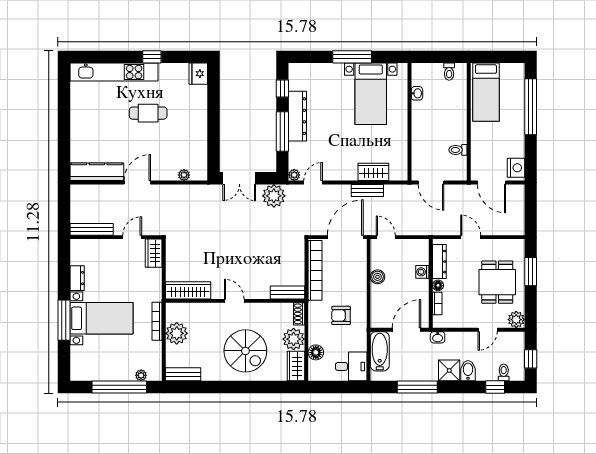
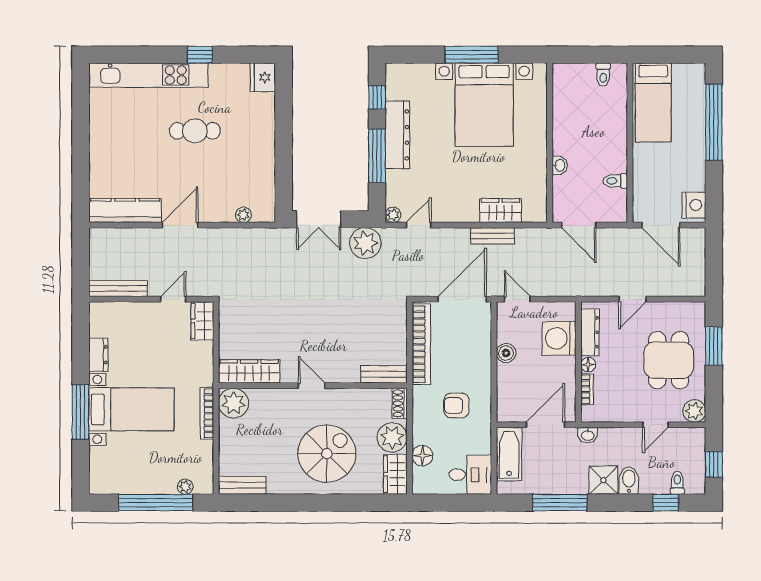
washbasin: (417, 93) -> (560, 165), moved
bed with nightstands: (371, 94) -> (484, 105), width x1.36
door: (471, 237) -> (632, 299), swing flipped
washing machine: (422, 272) -> (559, 338), width x1.89, depth x1.89
plant: (177, 333) -> (233, 403), moved
spiral stairs: (245, 351) -> (327, 454), turned -90

